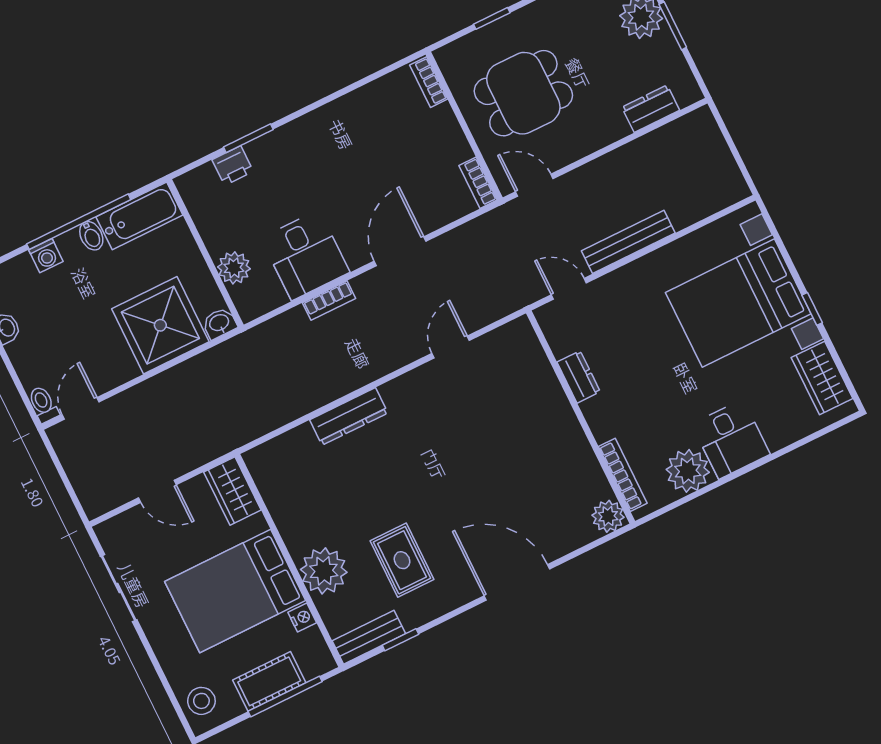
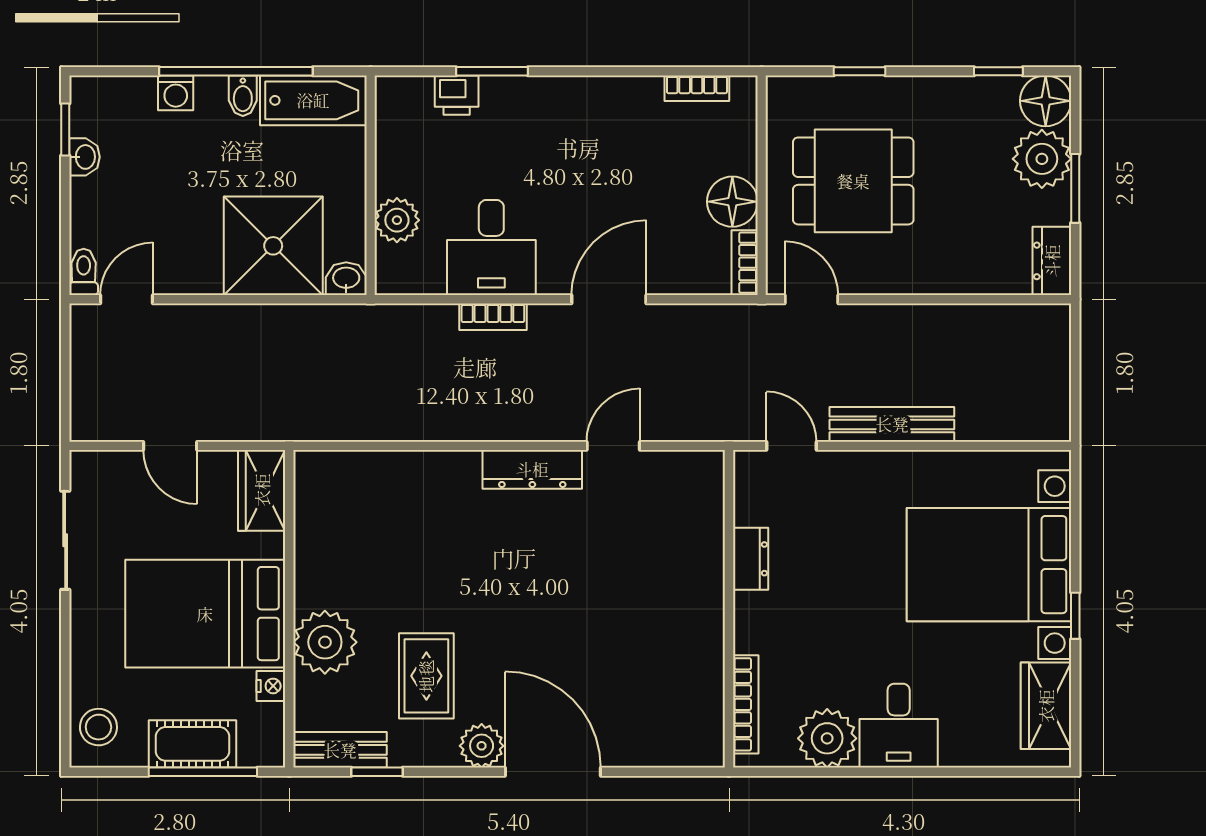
bookcase: (429, 82) -> (697, 88), moved, turned -90
dresser: (651, 109) -> (1052, 261), moved, turned -90
floor lamp: (450, 146) -> (732, 202), added
dresser: (349, 416) -> (532, 469), moved
plant: (608, 516) -> (482, 746), moved

